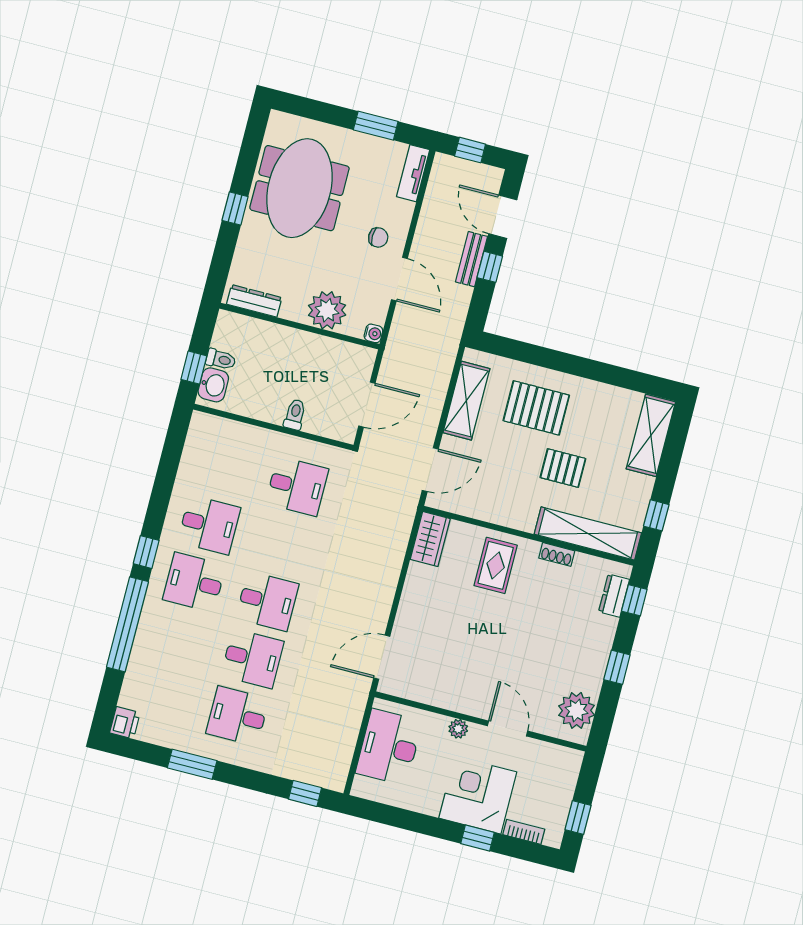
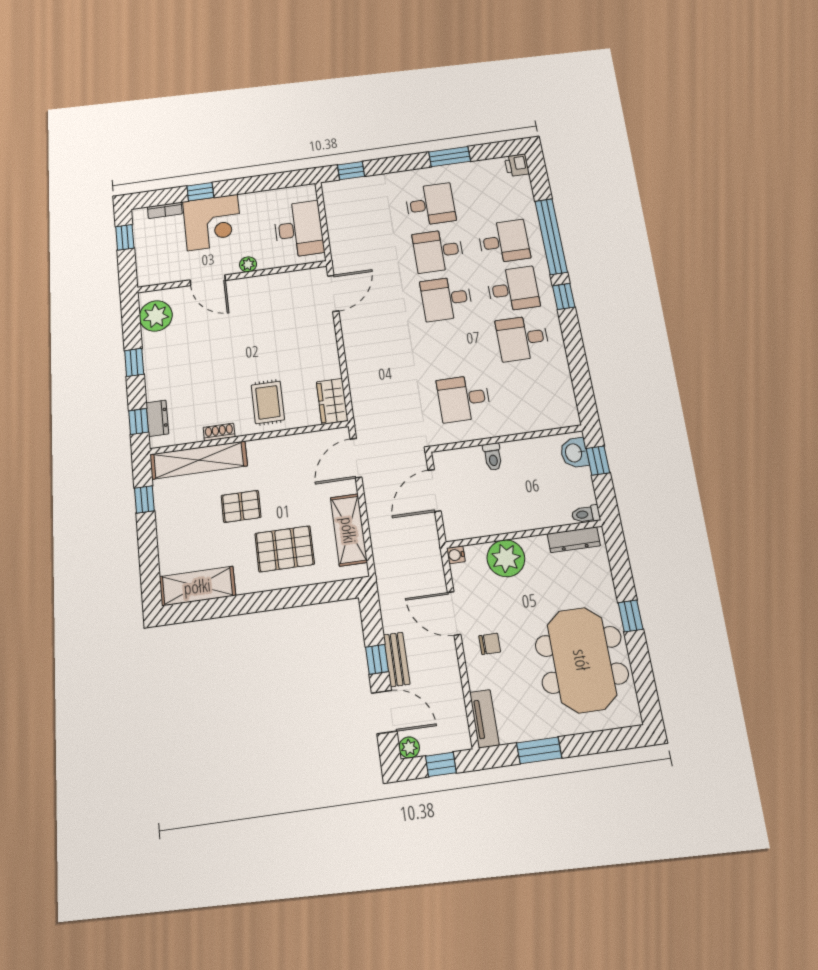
plant: (493, 176) -> (409, 747), added
chair: (378, 237) -> (490, 644), turned 180
toilet: (221, 359) -> (586, 514), moved
shelving: (651, 435) -> (197, 586), moved, turned 90
desk: (179, 640) -> (504, 242), added

